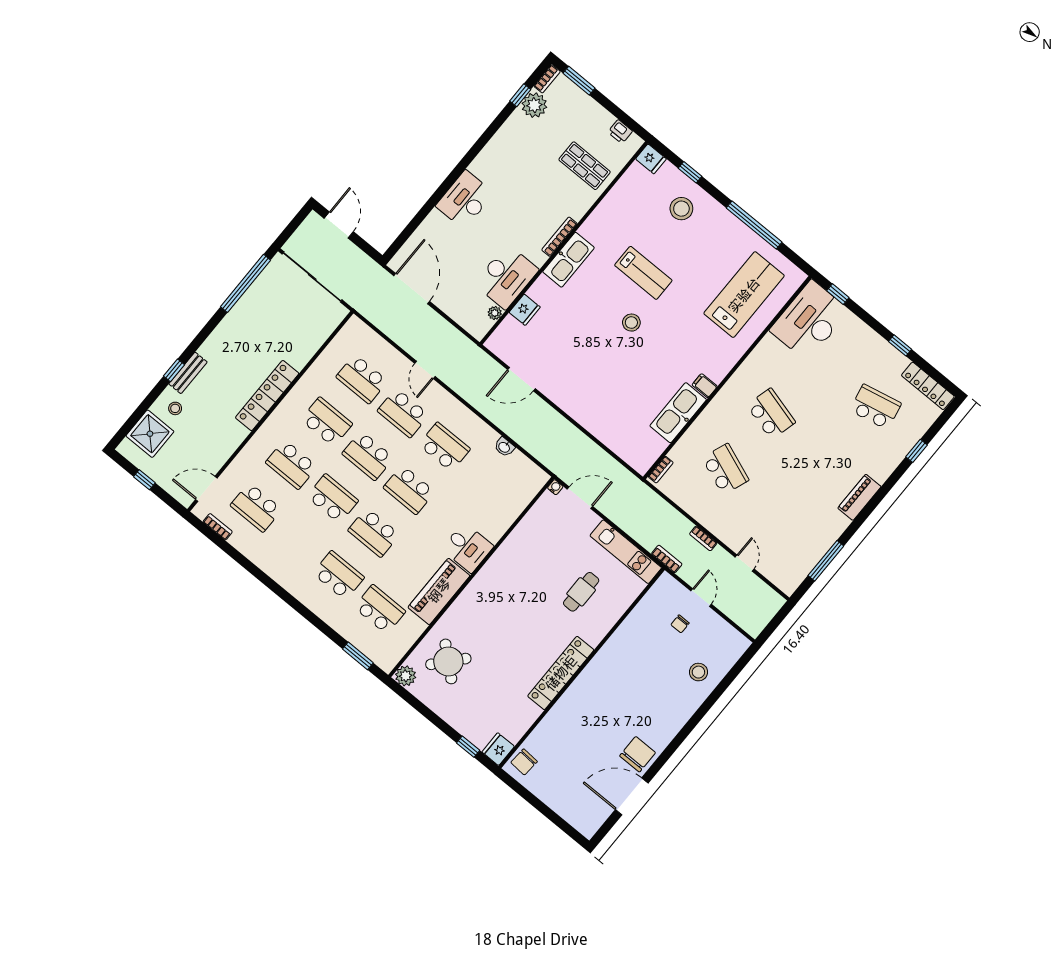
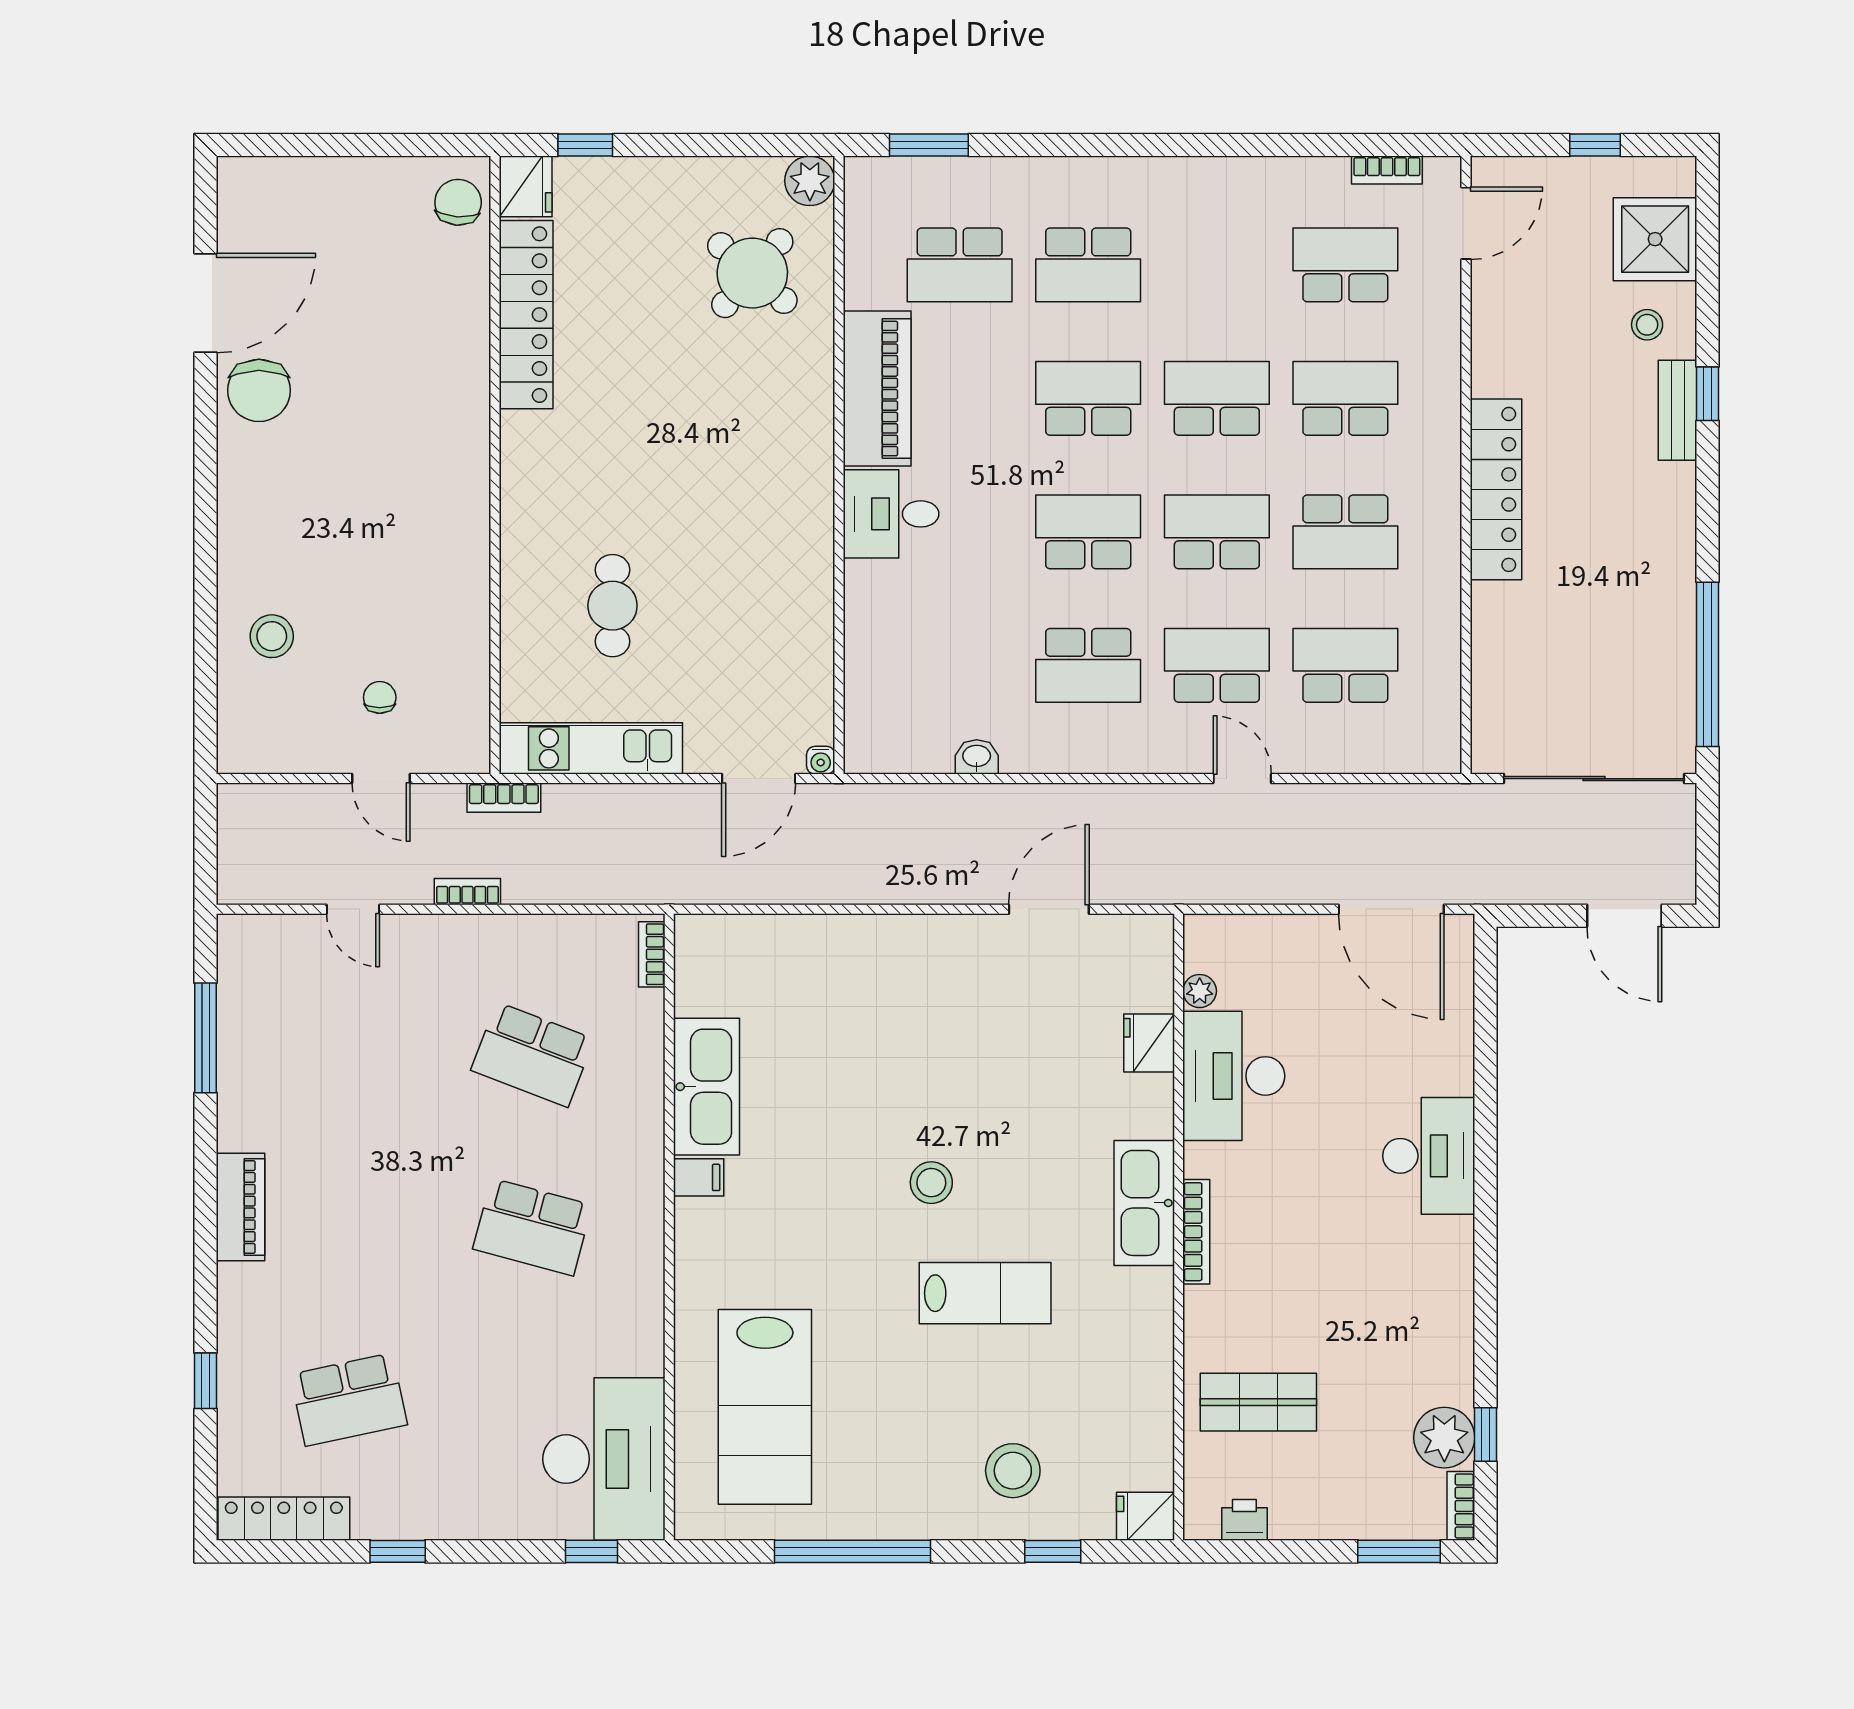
lab bench: (643, 273) -> (985, 1293), turned 180
school desk: (333, 499) -> (1217, 398), turned 180
locker: (561, 673) -> (526, 315), moved

